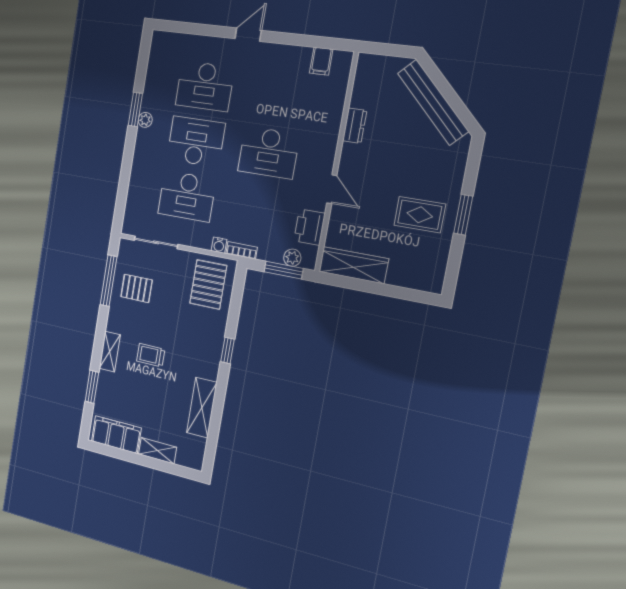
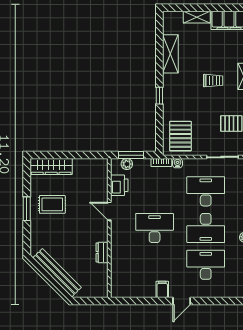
filing cabinet: (321, 61) -> (162, 289), moved
wardrobe: (353, 265) -> (51, 167), moved

